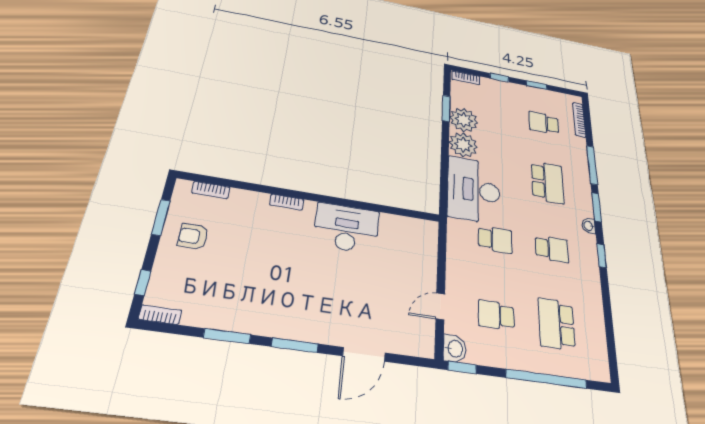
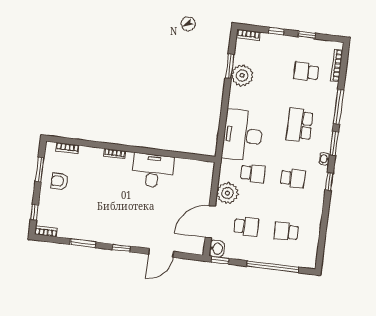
plant: (463, 145) -> (227, 193), moved
school desk: (548, 182) -> (300, 125), turned 180
door: (440, 306) -> (210, 222), width x1.87
school desk: (496, 315) -> (246, 227), turned 180
school desk: (557, 324) -> (286, 232), width x0.54
window: (295, 345) -> (121, 248), width x0.67

